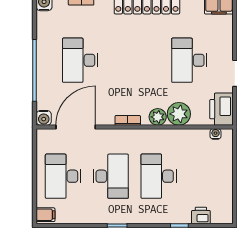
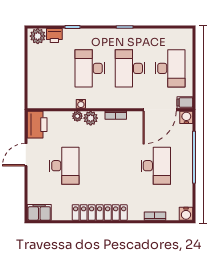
plant: (179, 114) -> (77, 116), width x0.53, depth x0.53
water cooler: (216, 134) -> (81, 104), moved
desk: (159, 176) -> (90, 68), turned 180
filing cabinet: (45, 215) -> (185, 103), moved
plant: (221, 215) -> (38, 36), added

